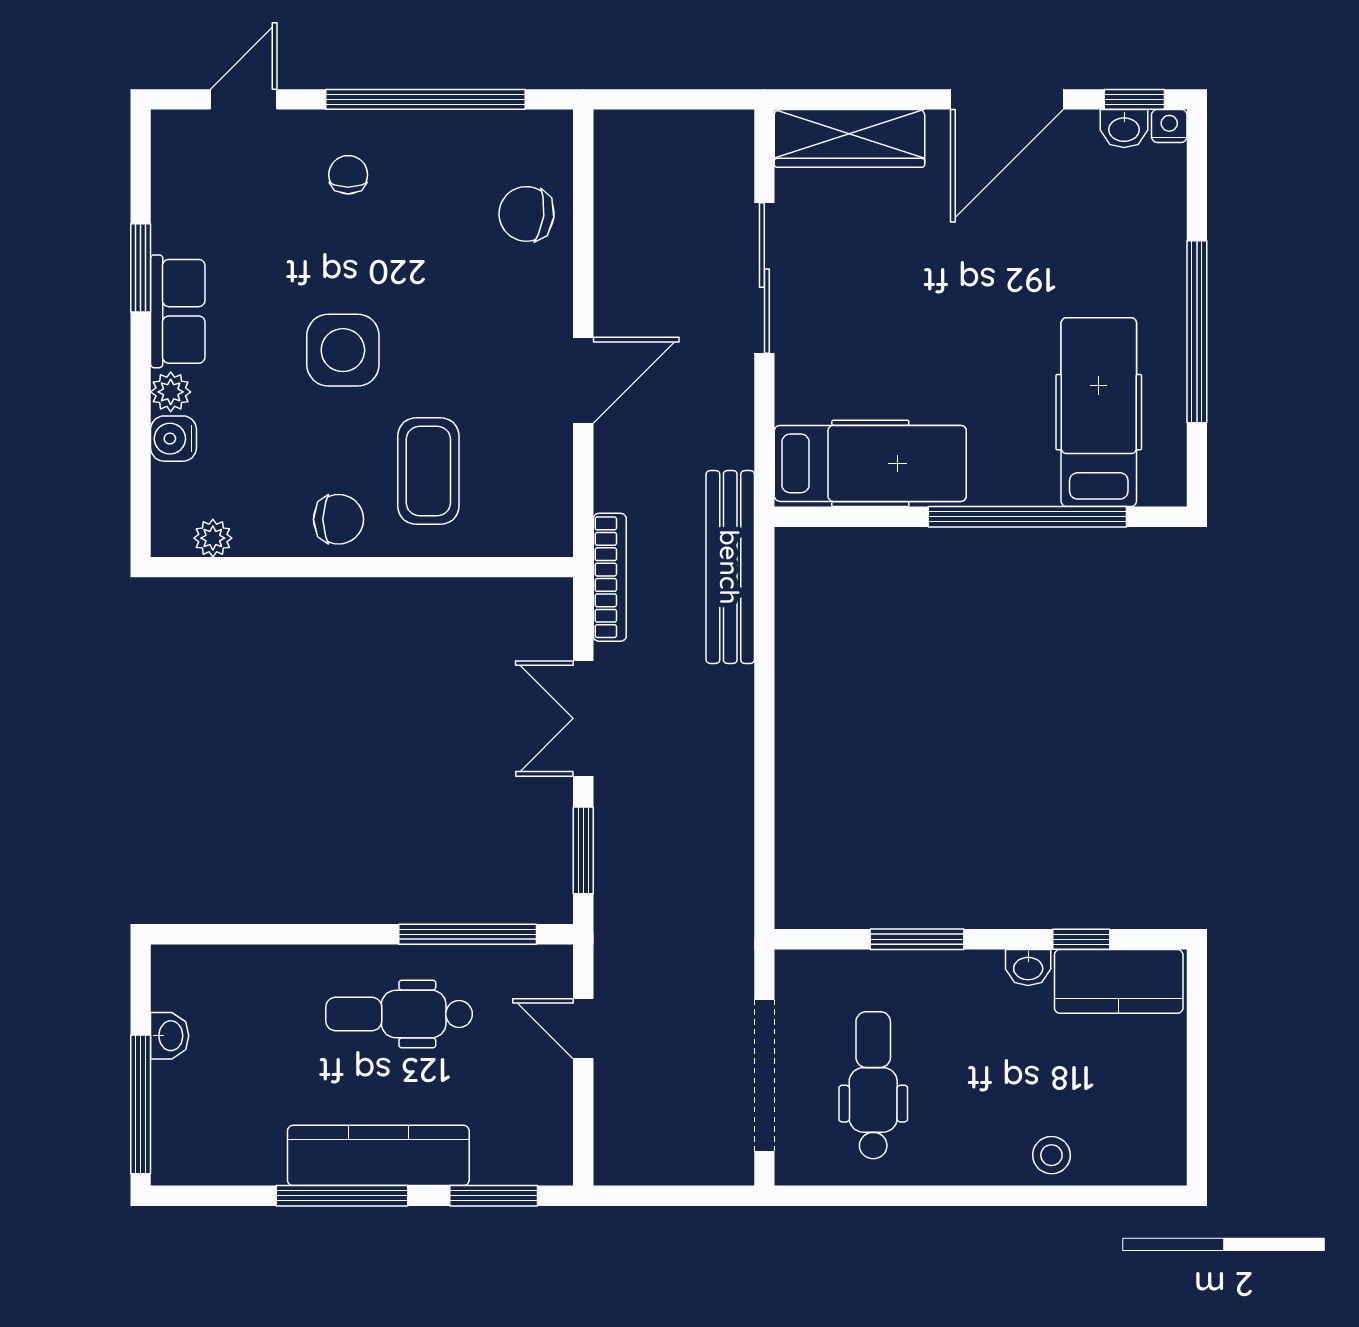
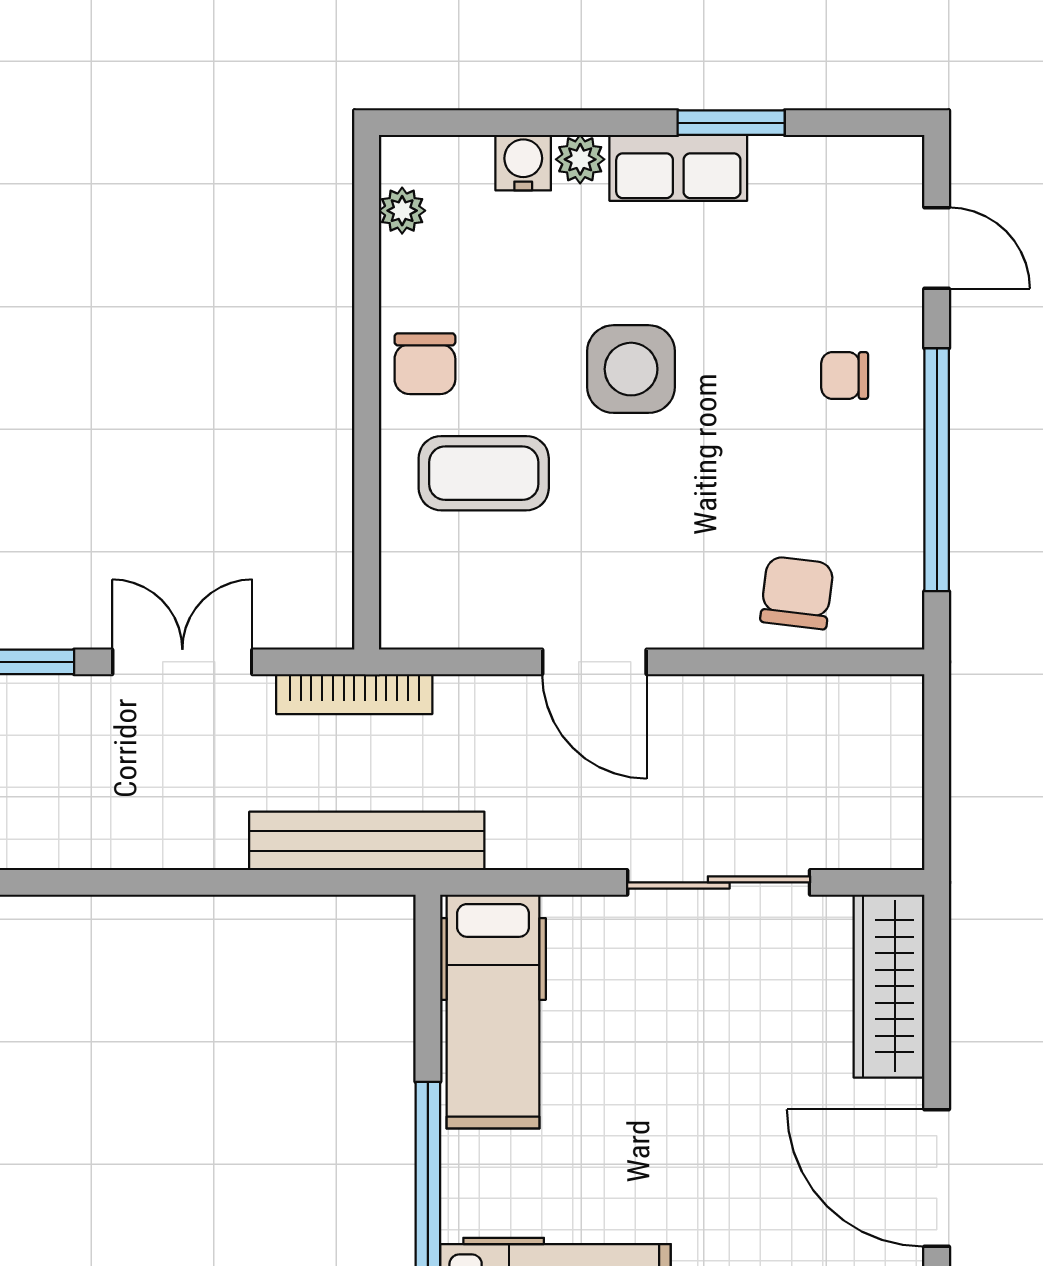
chair: (348, 175) -> (845, 375), turned 180

